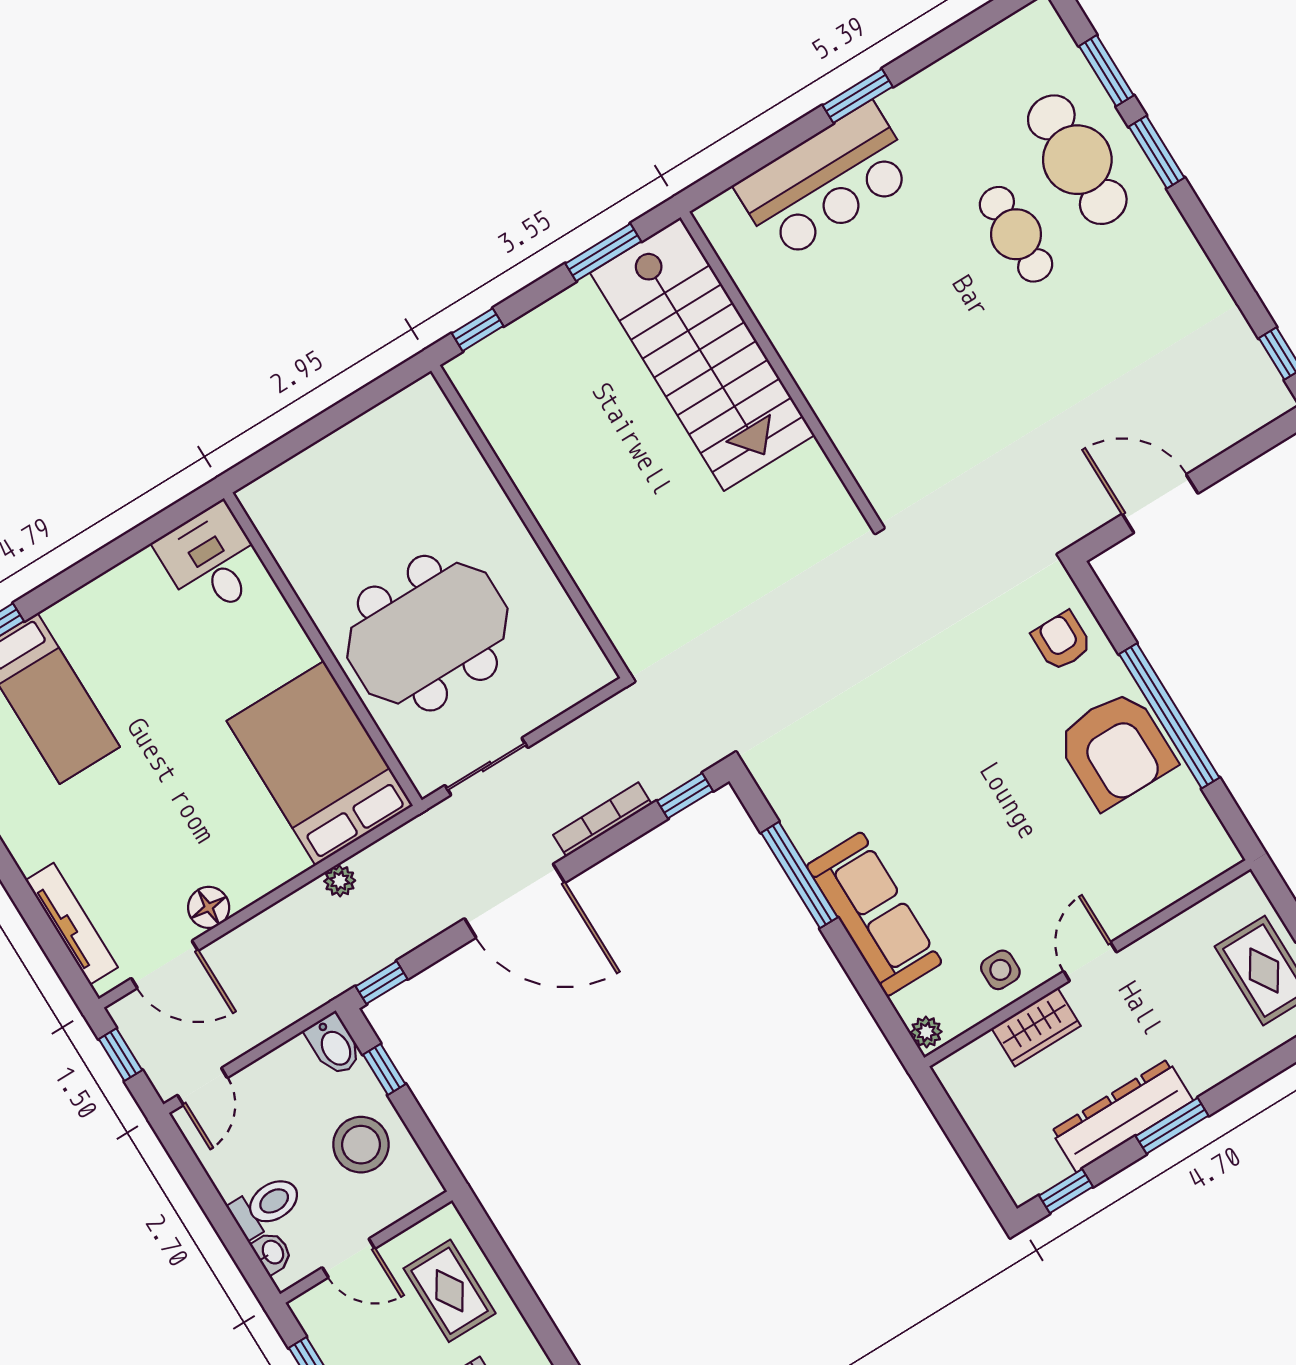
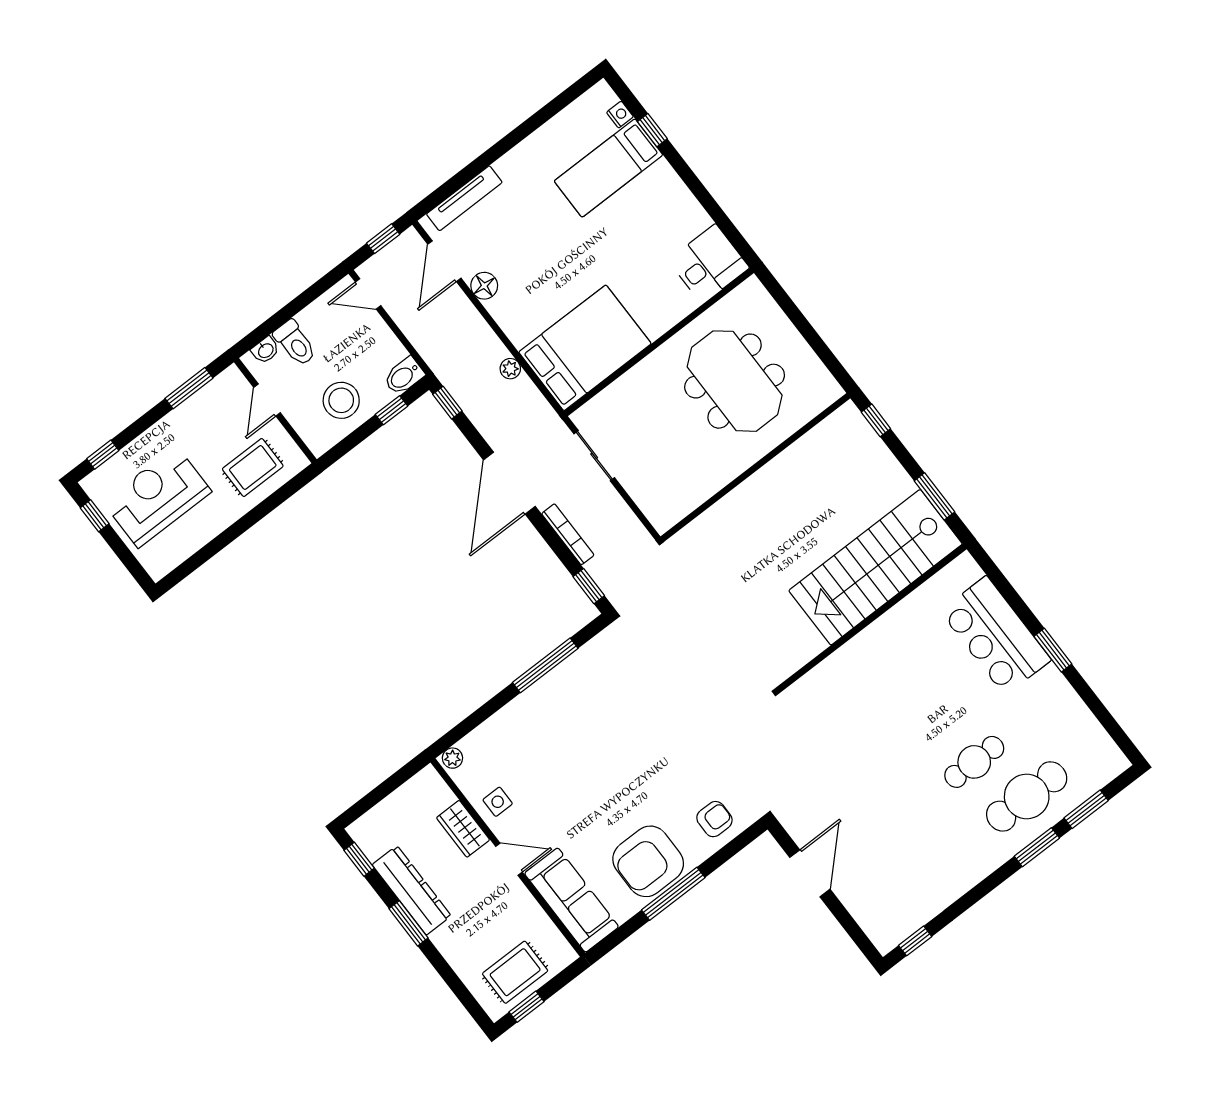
meeting table: (427, 633) -> (735, 381), moved
window: (1169, 716) -> (673, 894), width x0.68
sofa: (874, 914) -> (572, 900), moved, turned -90

